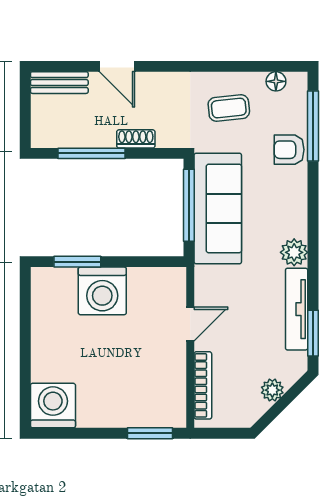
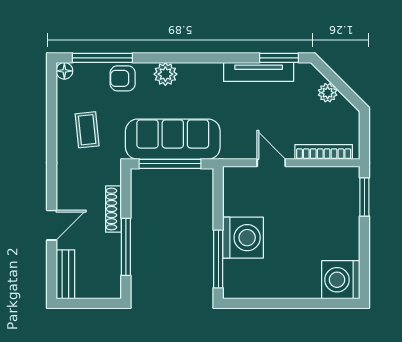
floor lamp: (276, 81) -> (64, 71), moved
shoe rack: (136, 139) -> (113, 209), width x1.43
armchair: (289, 150) -> (123, 78), turned 90
plant: (294, 252) -> (165, 74), moved
window: (77, 262) -> (218, 259), width x1.44

